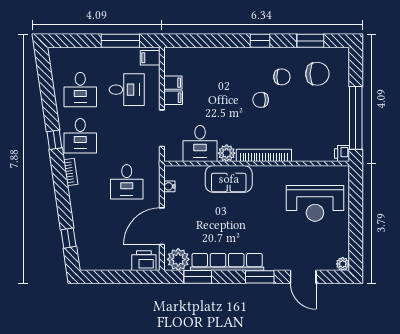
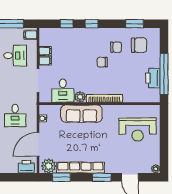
window: (206, 41) -> (67, 24), added
window: (260, 41) -> (92, 24), moved
printer: (342, 154) -> (153, 78), moved, width x1.87, depth x1.48
sofa: (229, 179) -> (81, 114), width x1.36

